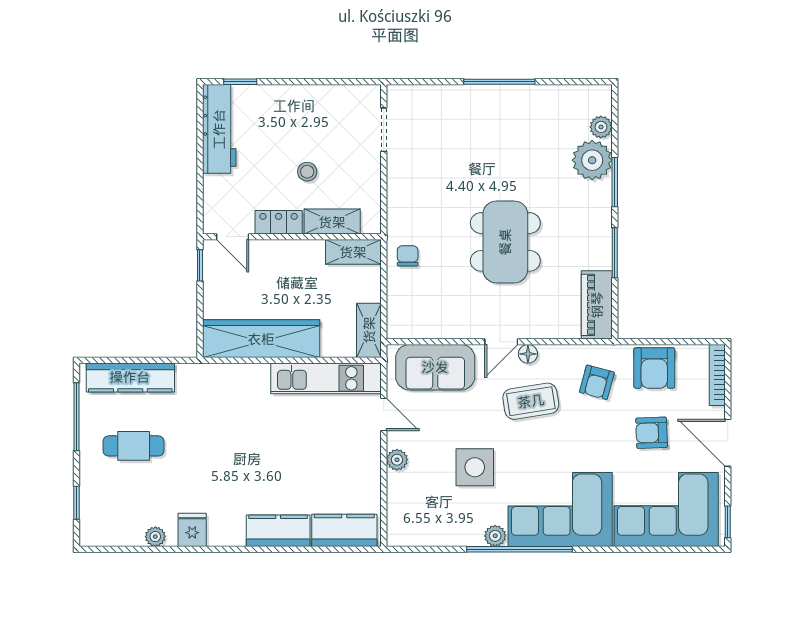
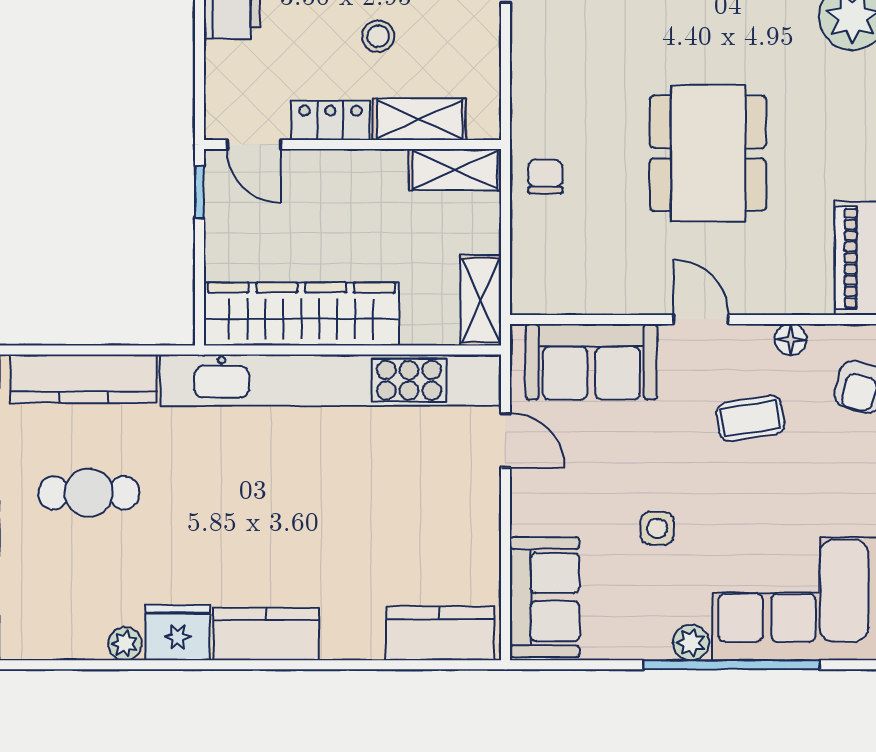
door: (501, 342) -> (701, 319), swing flipped
floor lamp: (528, 354) -> (791, 340), moved
kitchen unit: (326, 378) -> (331, 380), width x1.86
coffee table: (531, 401) -> (750, 418), width x0.73, depth x0.77
plant: (397, 460) -> (528, 516), removed
side table: (475, 467) -> (657, 528), width x0.54, depth x0.54
sofa: (407, 509) -> (545, 597), added
fridge: (192, 530) -> (178, 633), width x1.38
kitchen counter: (278, 531) -> (266, 634), moved

